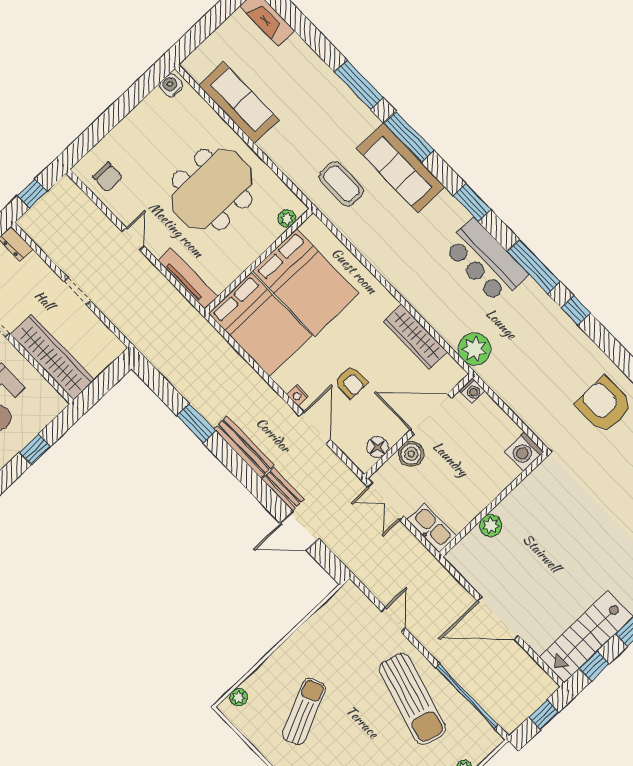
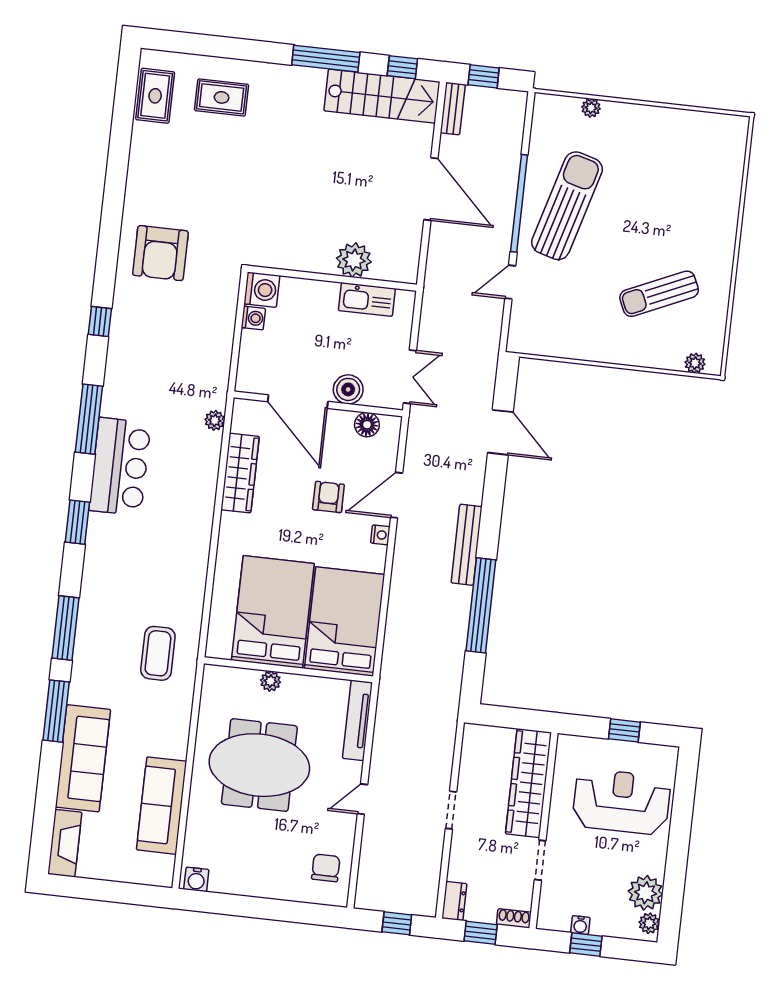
sofa: (401, 168) -> (83, 758), moved
plant: (287, 218) -> (271, 681), moved
window: (576, 310) -> (100, 322), moved
plant: (475, 349) -> (215, 420), width x0.53, depth x0.53
washing machine: (472, 391) -> (253, 318), moved, turned 90
window: (196, 423) -> (481, 605), width x2.11
bench: (283, 489) -> (453, 109), moved
plant: (491, 526) -> (354, 260), width x1.36, depth x1.36
kitchen sink: (432, 528) -> (367, 299), moved, turned -90
window: (467, 696) -> (519, 203), moved

